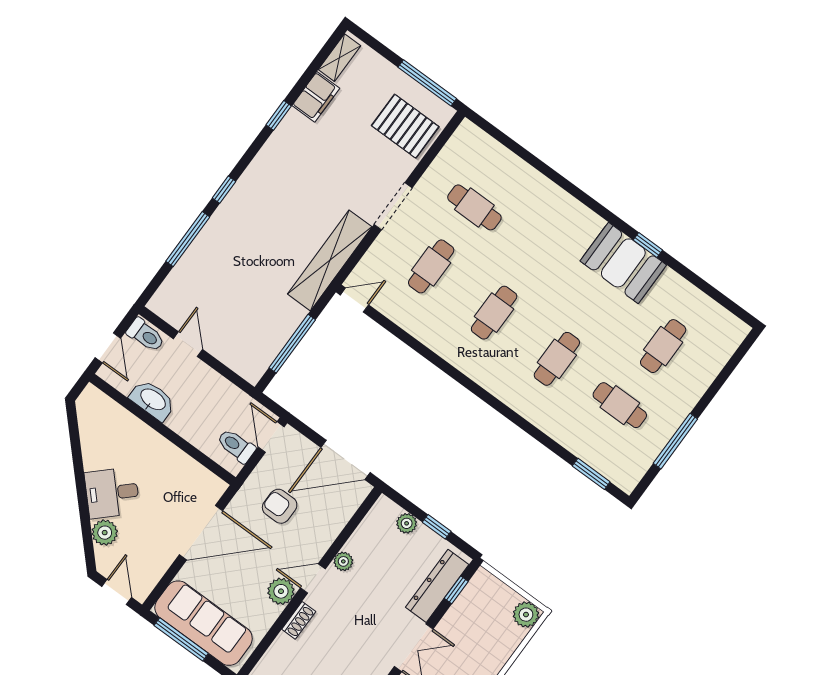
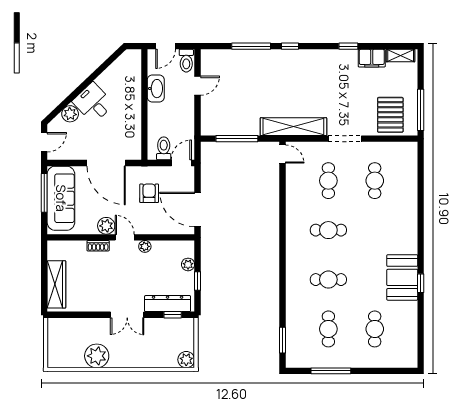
cafe table: (431, 266) -> (328, 181), turned 90
cafe table: (663, 346) -> (375, 329), turned 90

